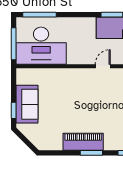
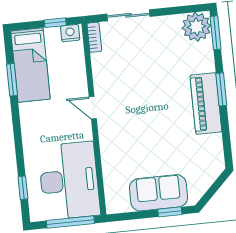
window: (40, 15) -> (23, 188), width x0.46
door: (103, 66) -> (93, 108), moved

